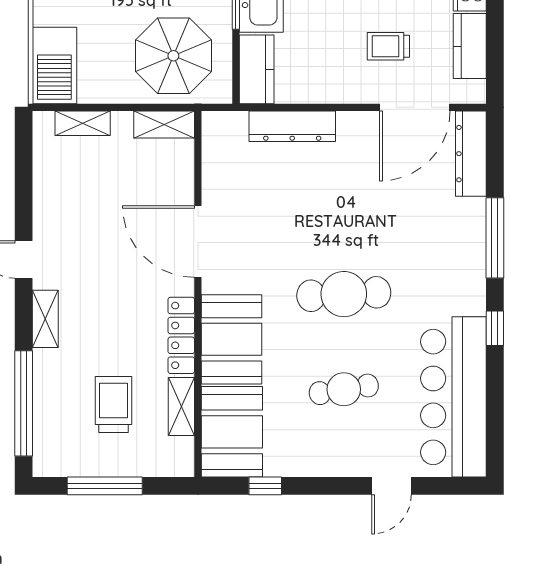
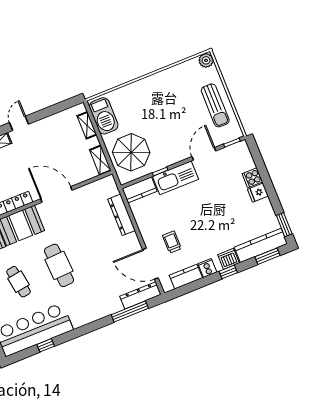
barbecue: (54, 66) -> (104, 116), moved, turned -90
window: (495, 238) -> (130, 311), moved
door: (198, 242) -> (56, 194), hinge flipped
window: (495, 328) -> (46, 345), moved

